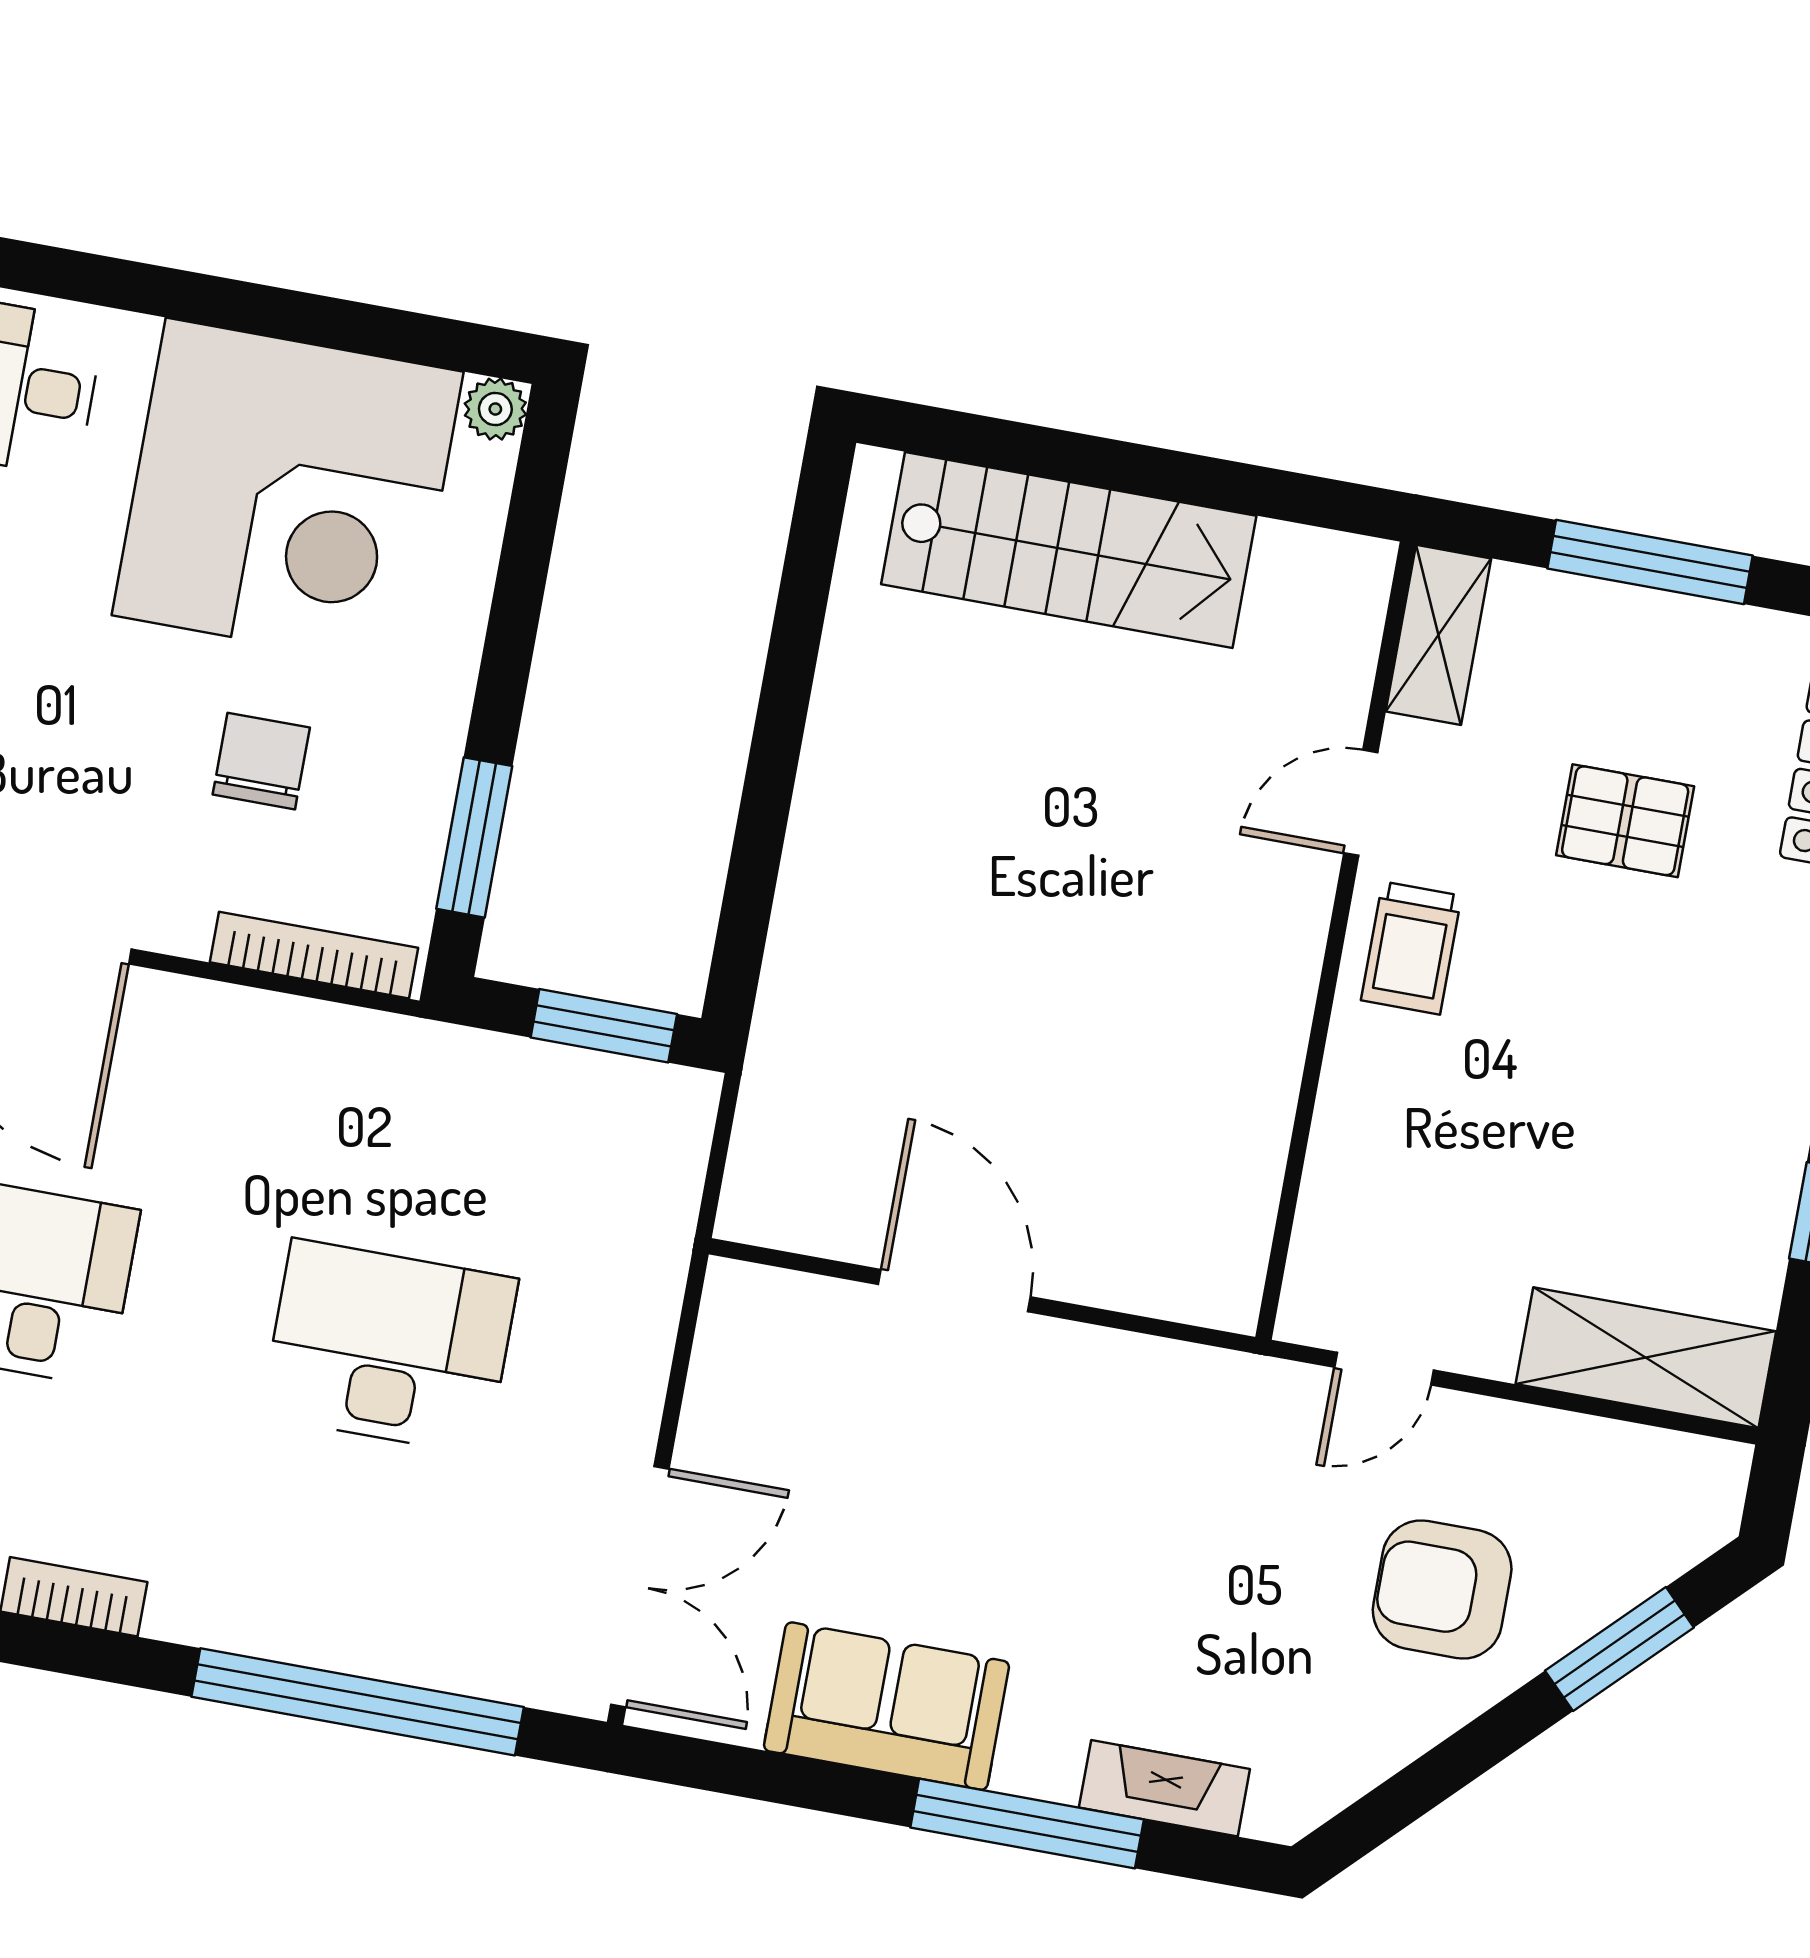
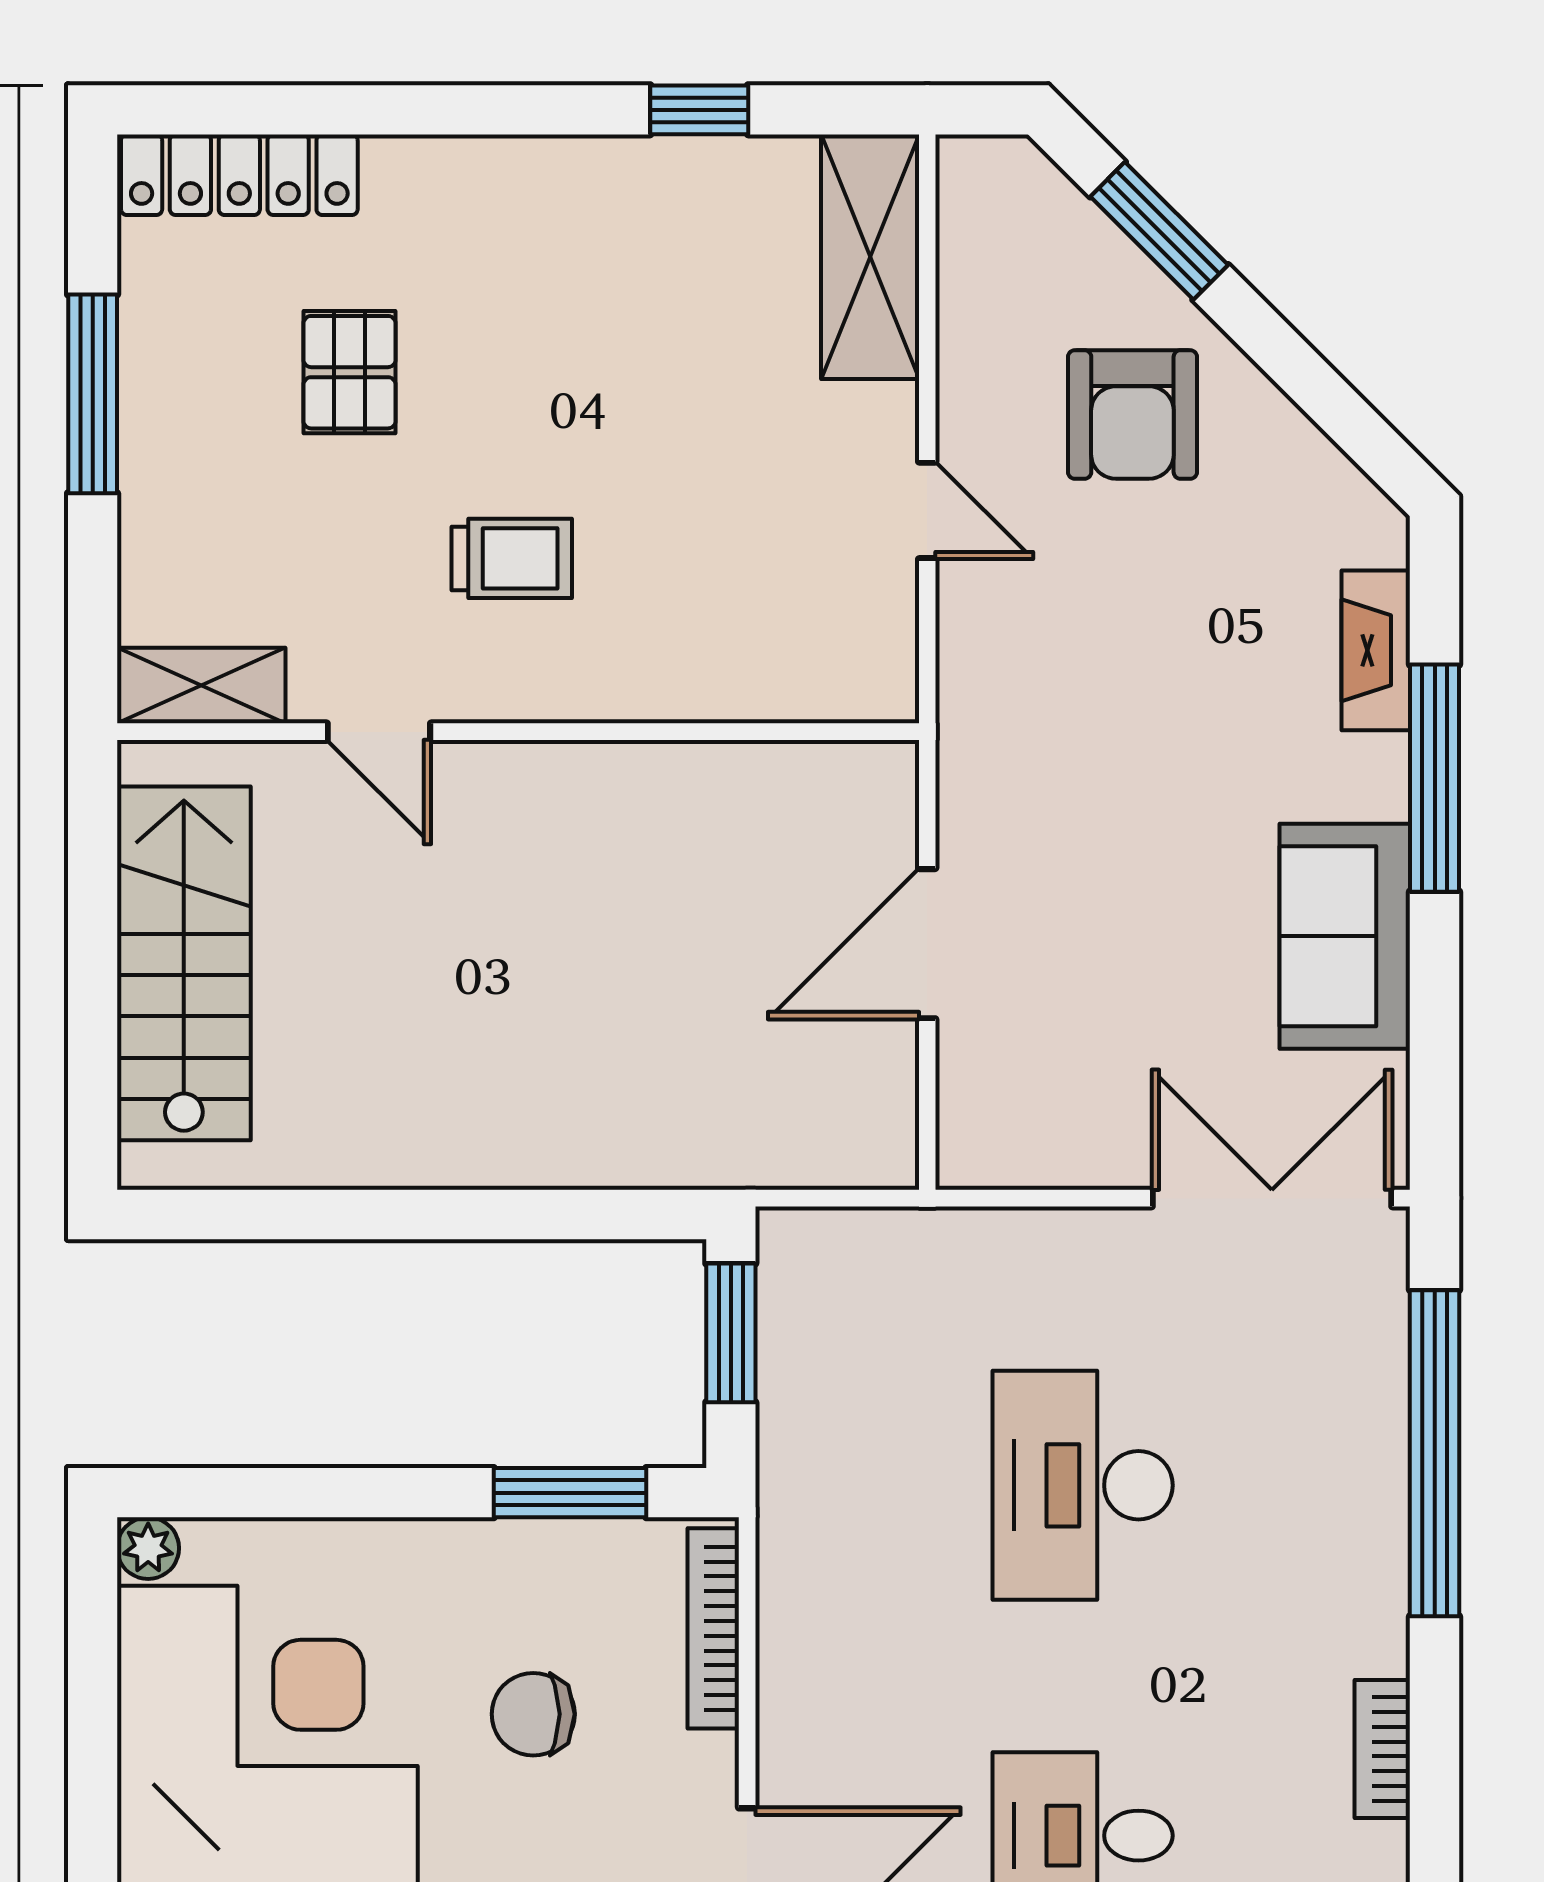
shelving: (1438, 635) -> (201, 686), moved
door: (1361, 803) -> (379, 732), moved
wall: (1336, 941) -> (518, 732), moved

